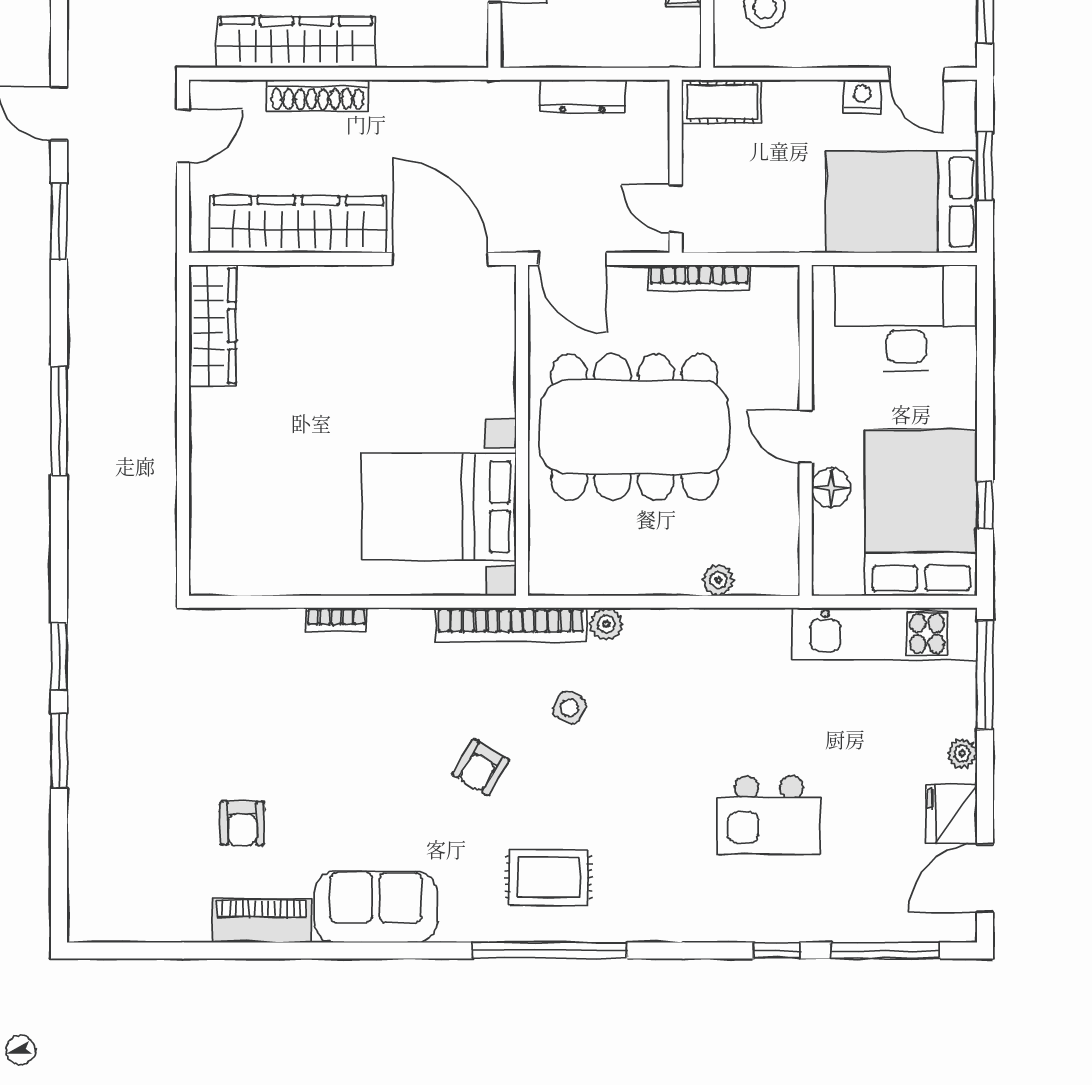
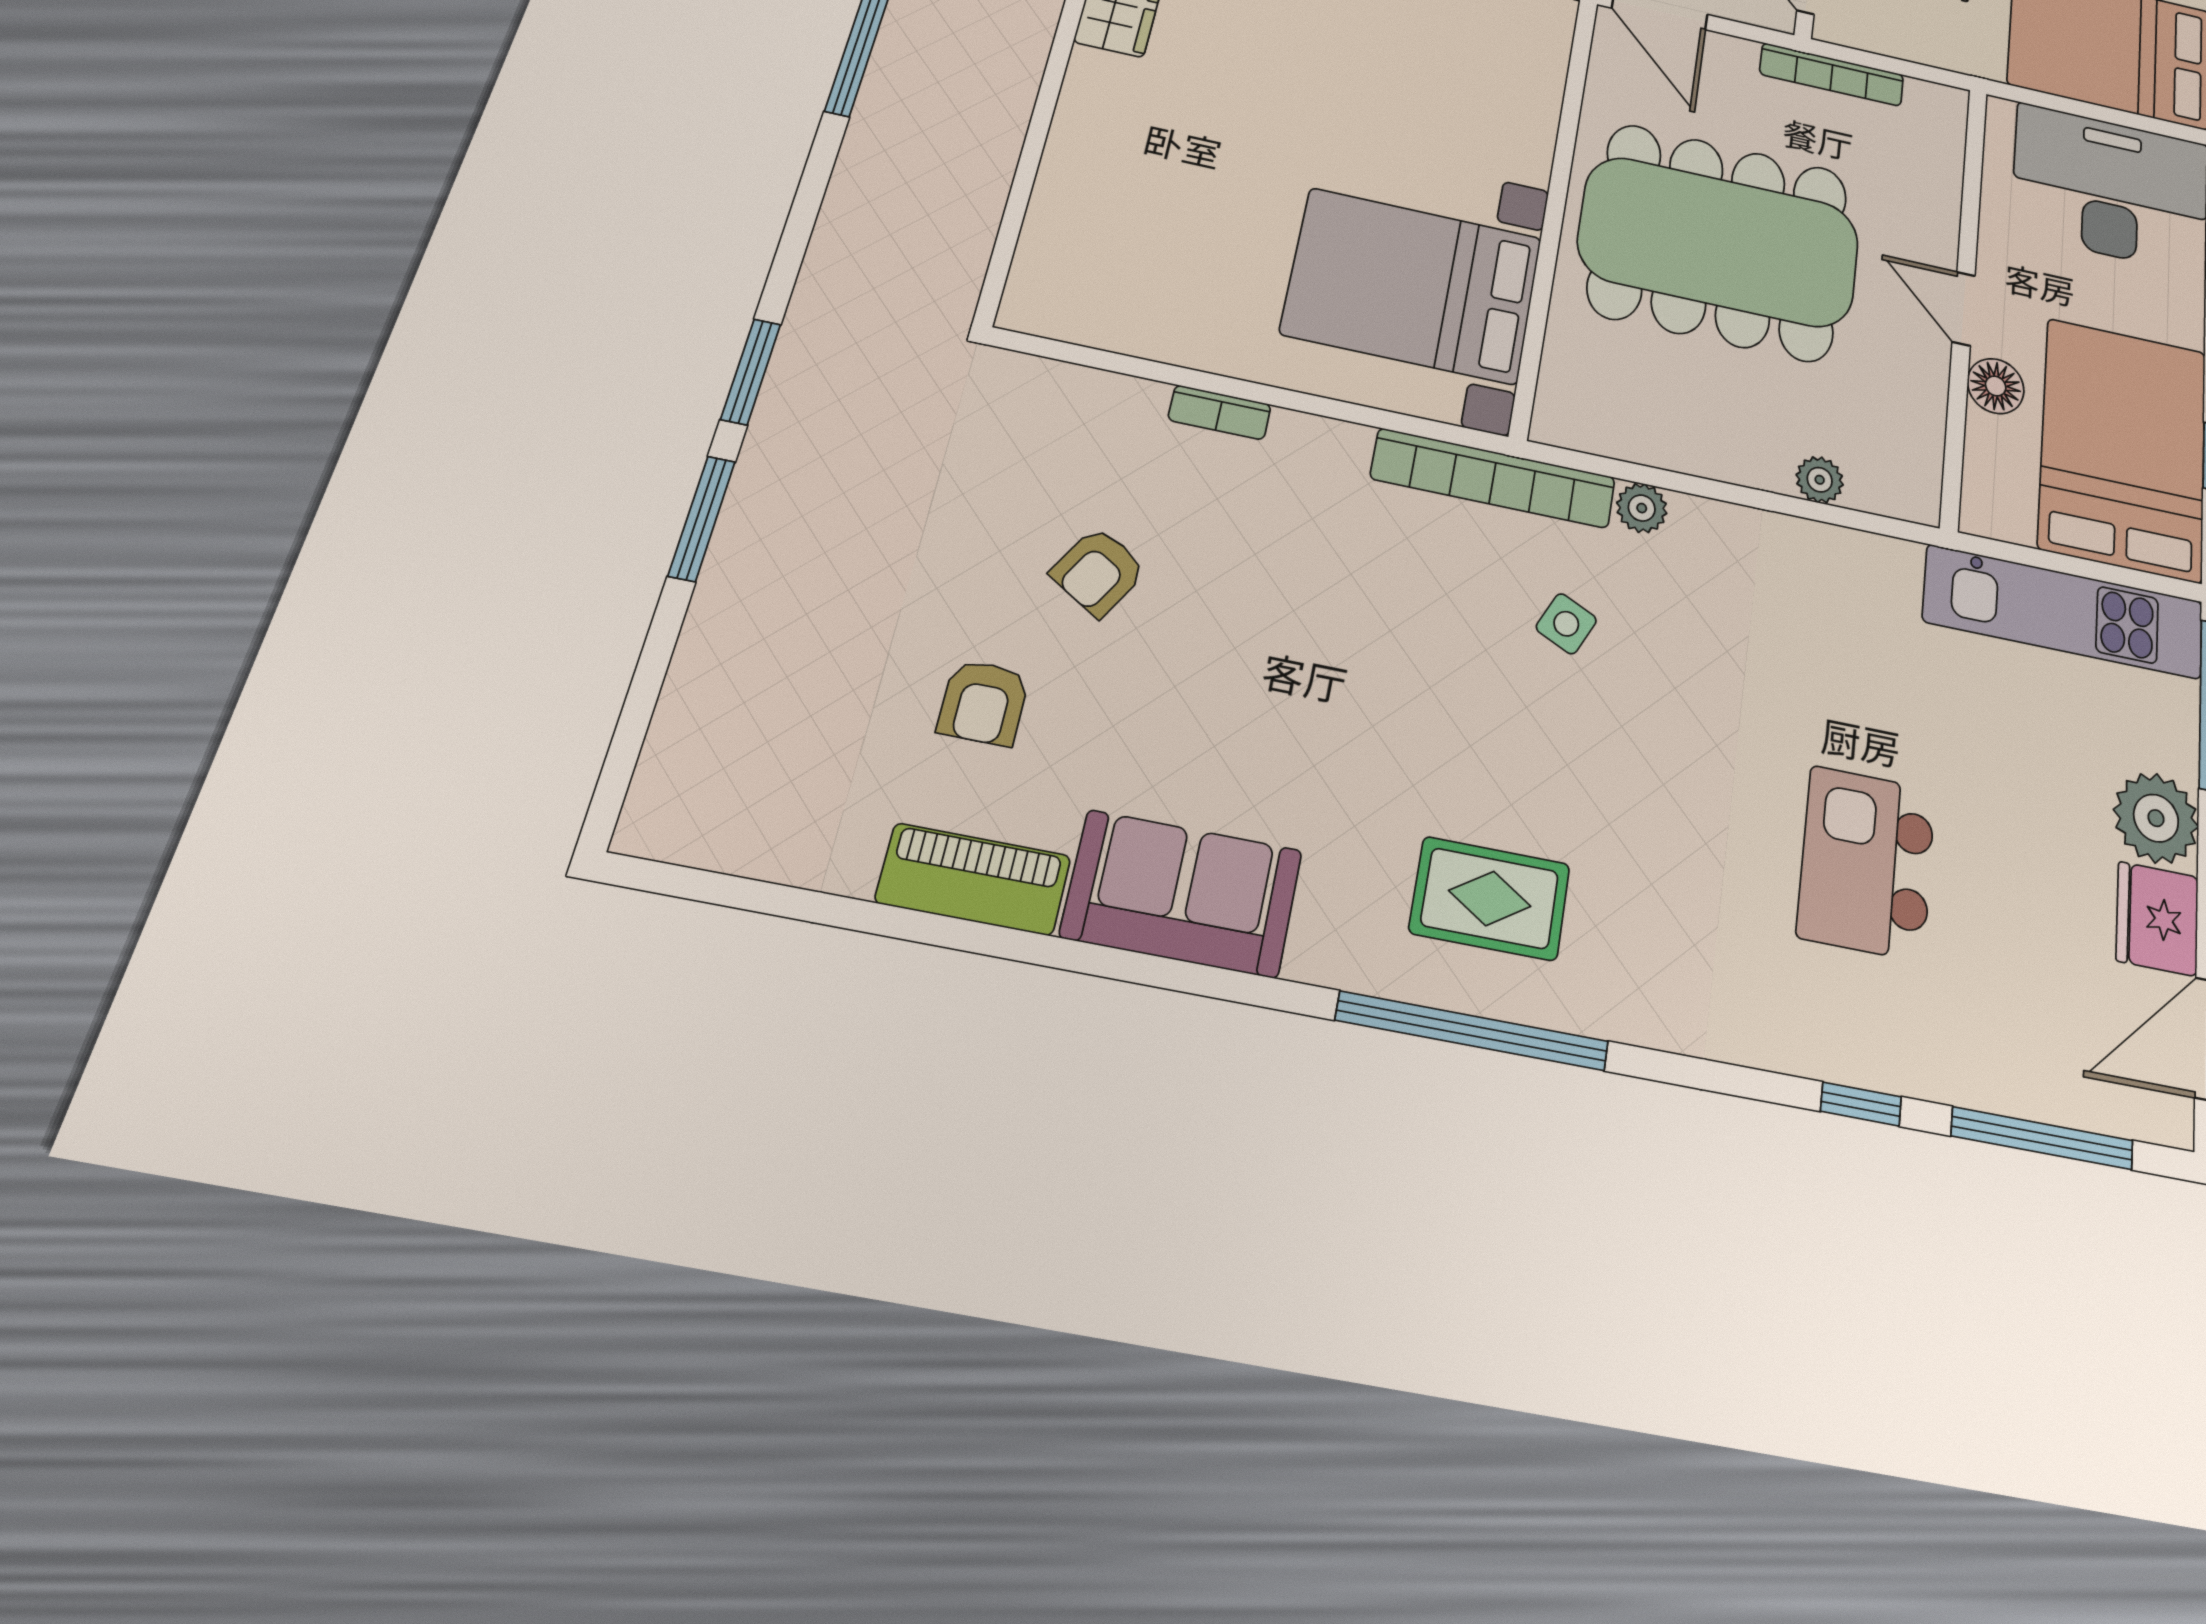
plant: (962, 753) -> (2156, 818), width x1.88, depth x1.88
armchair: (481, 767) -> (1098, 572), moved
kitchen island: (769, 815) -> (1867, 863), turned 90

